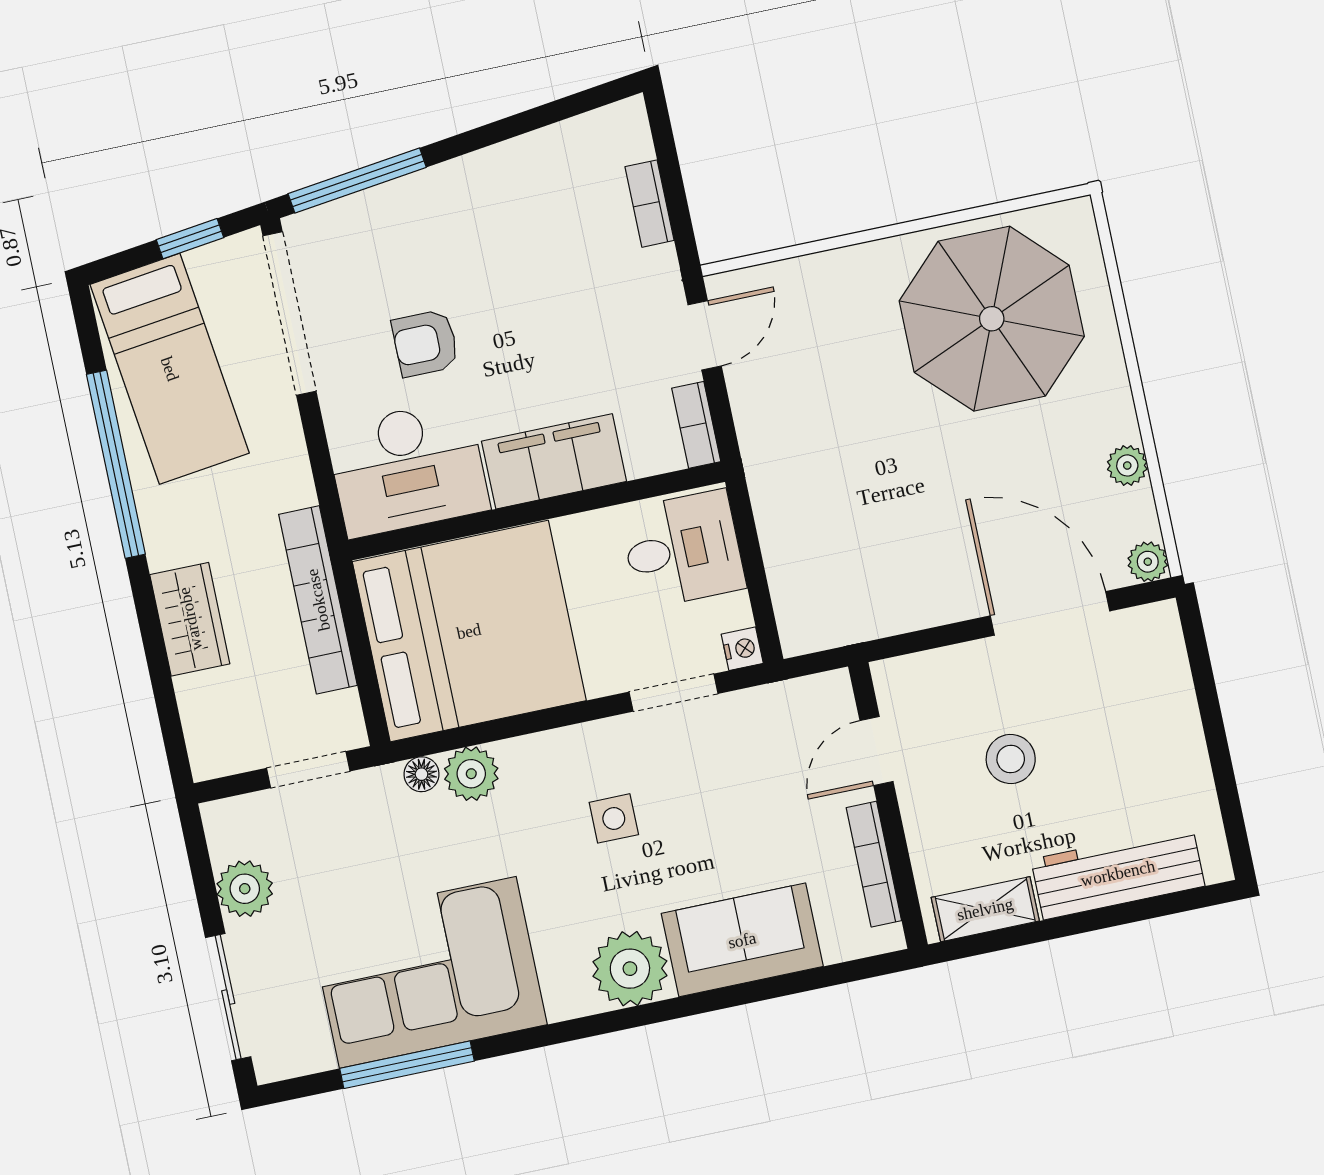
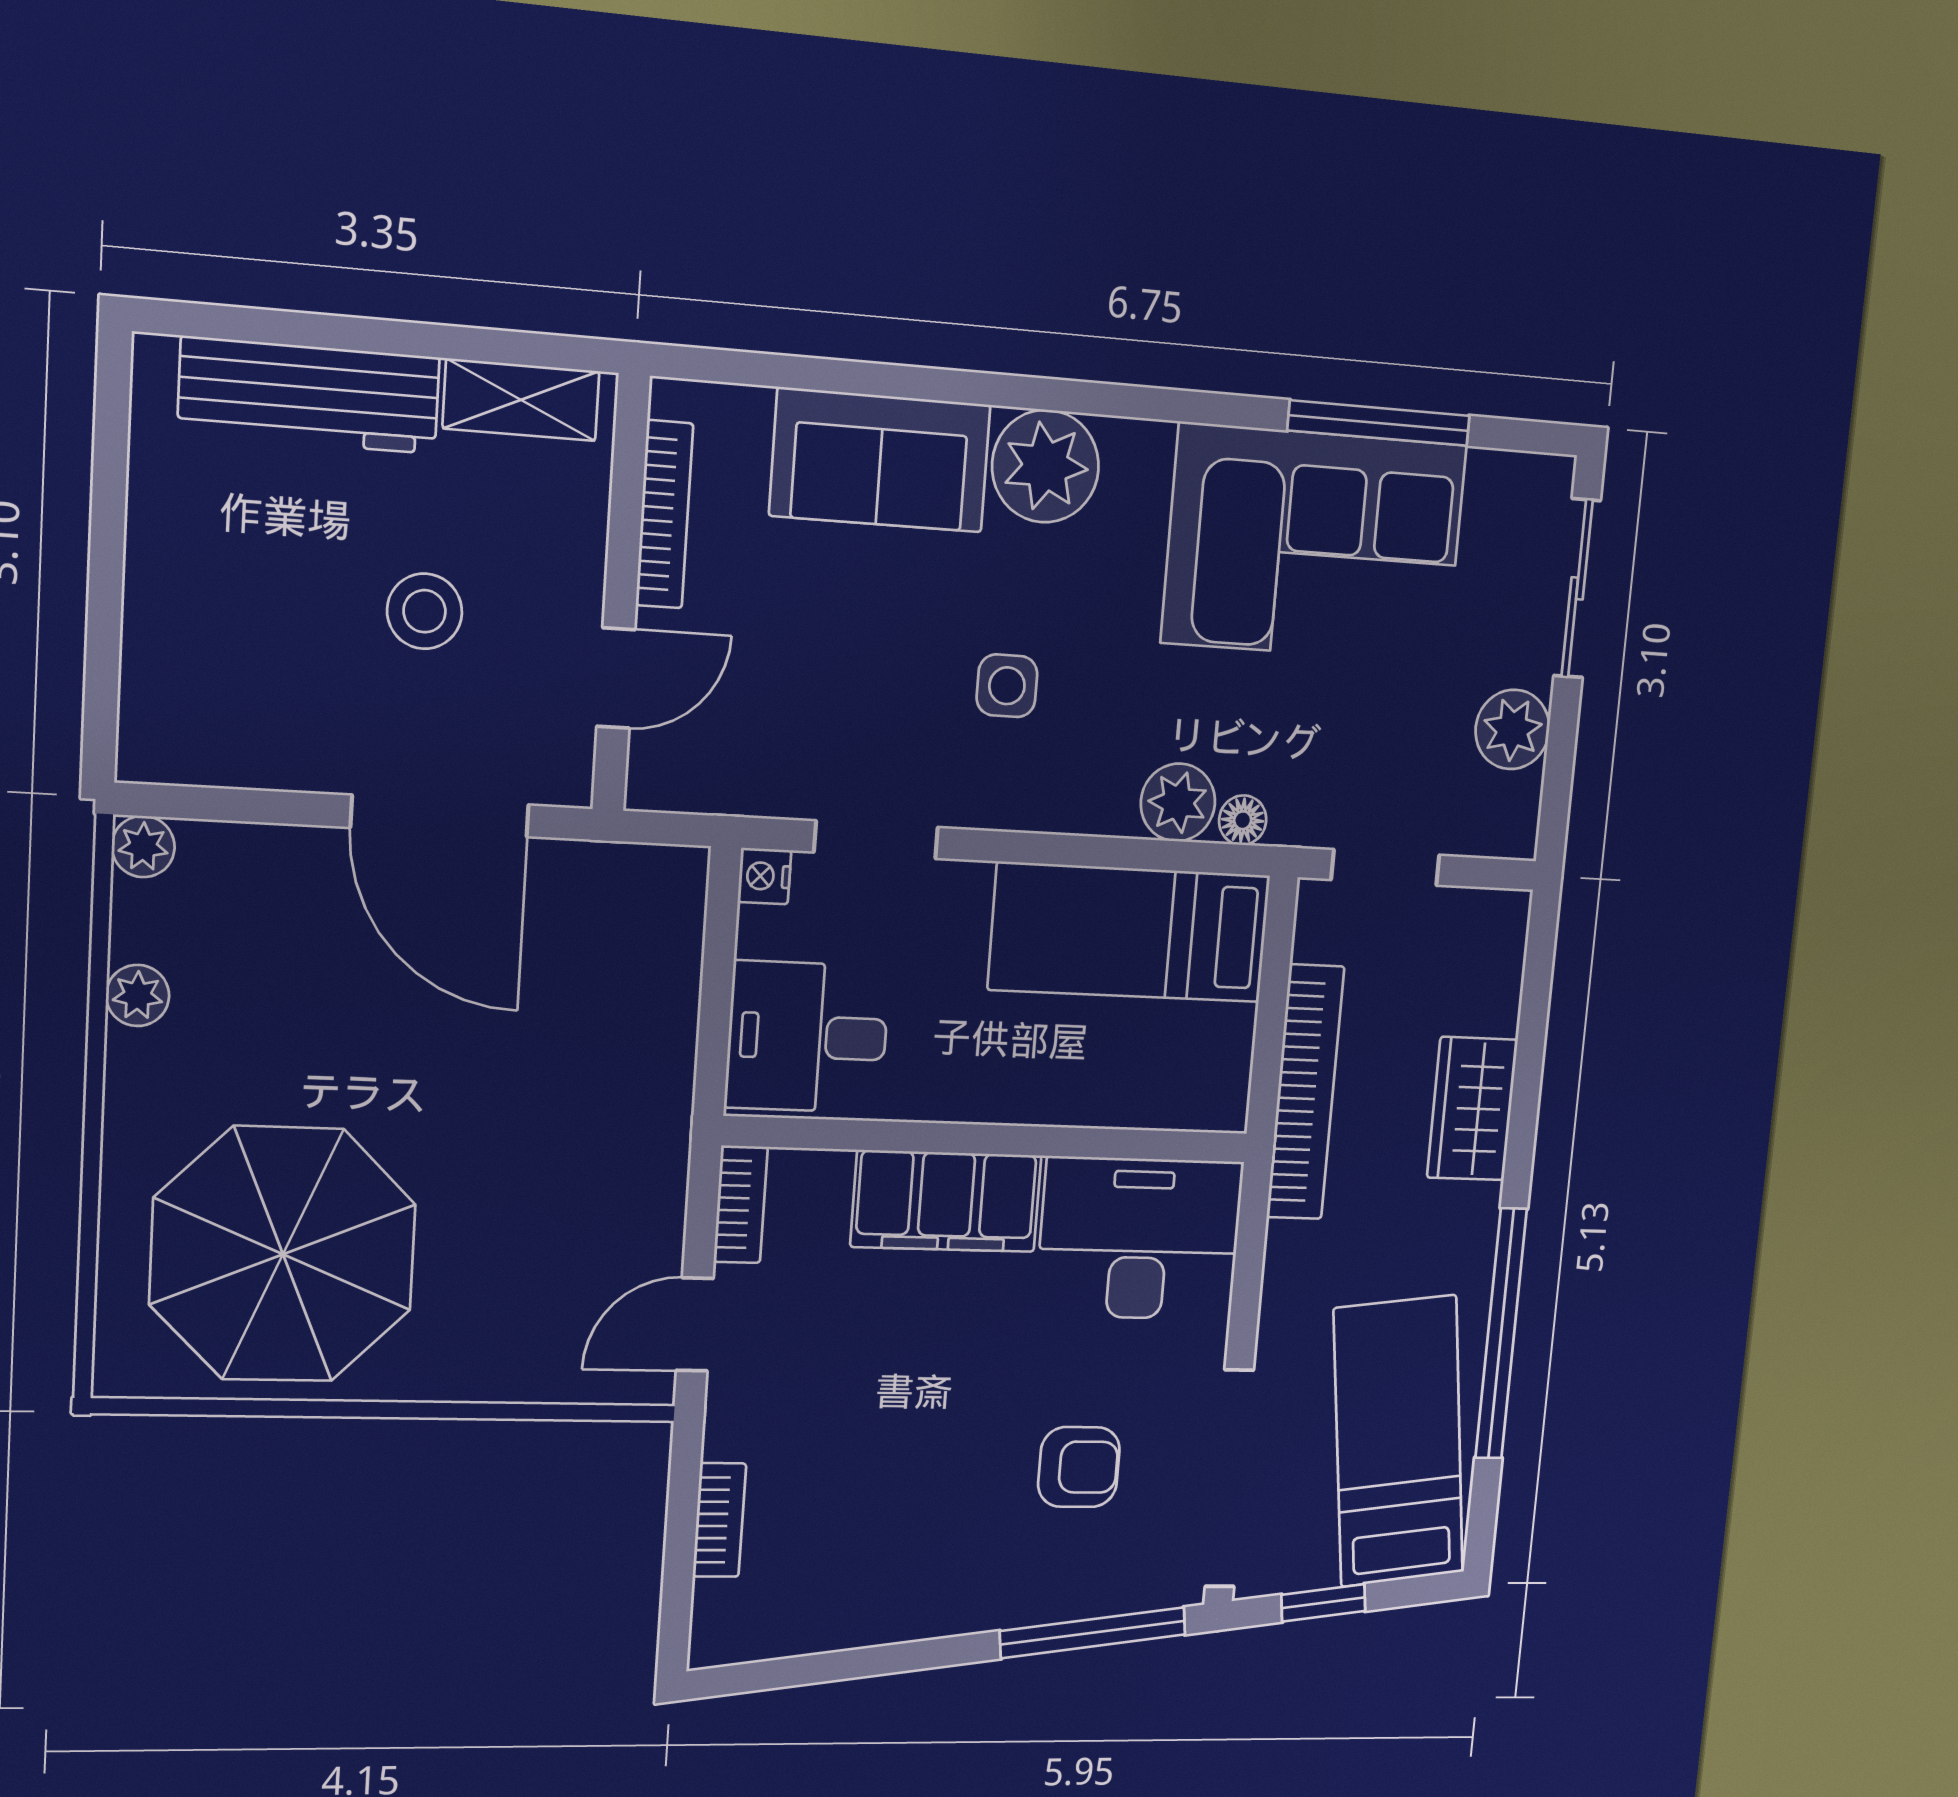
armchair: (425, 343) -> (1079, 1467), moved
door: (1050, 613) -> (440, 816), moved
bed: (469, 631) -> (1129, 932), width x0.49

